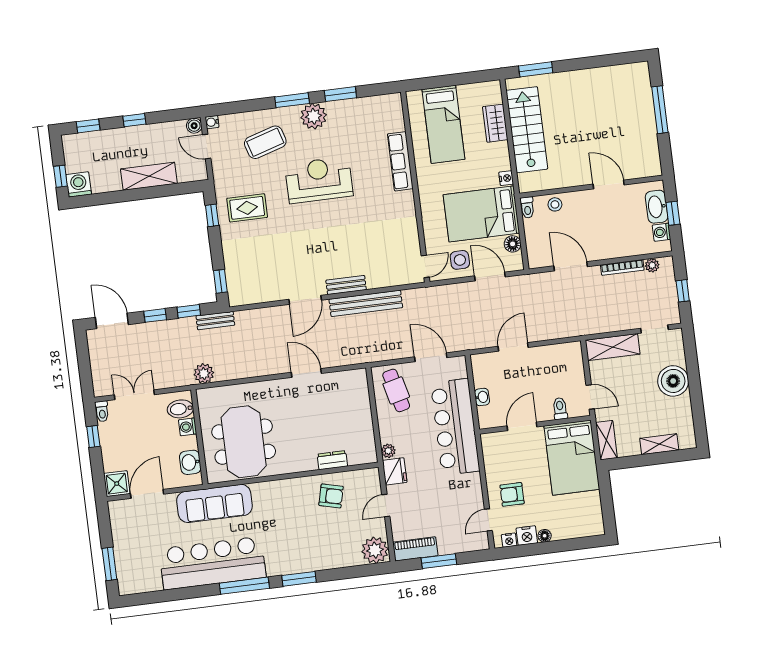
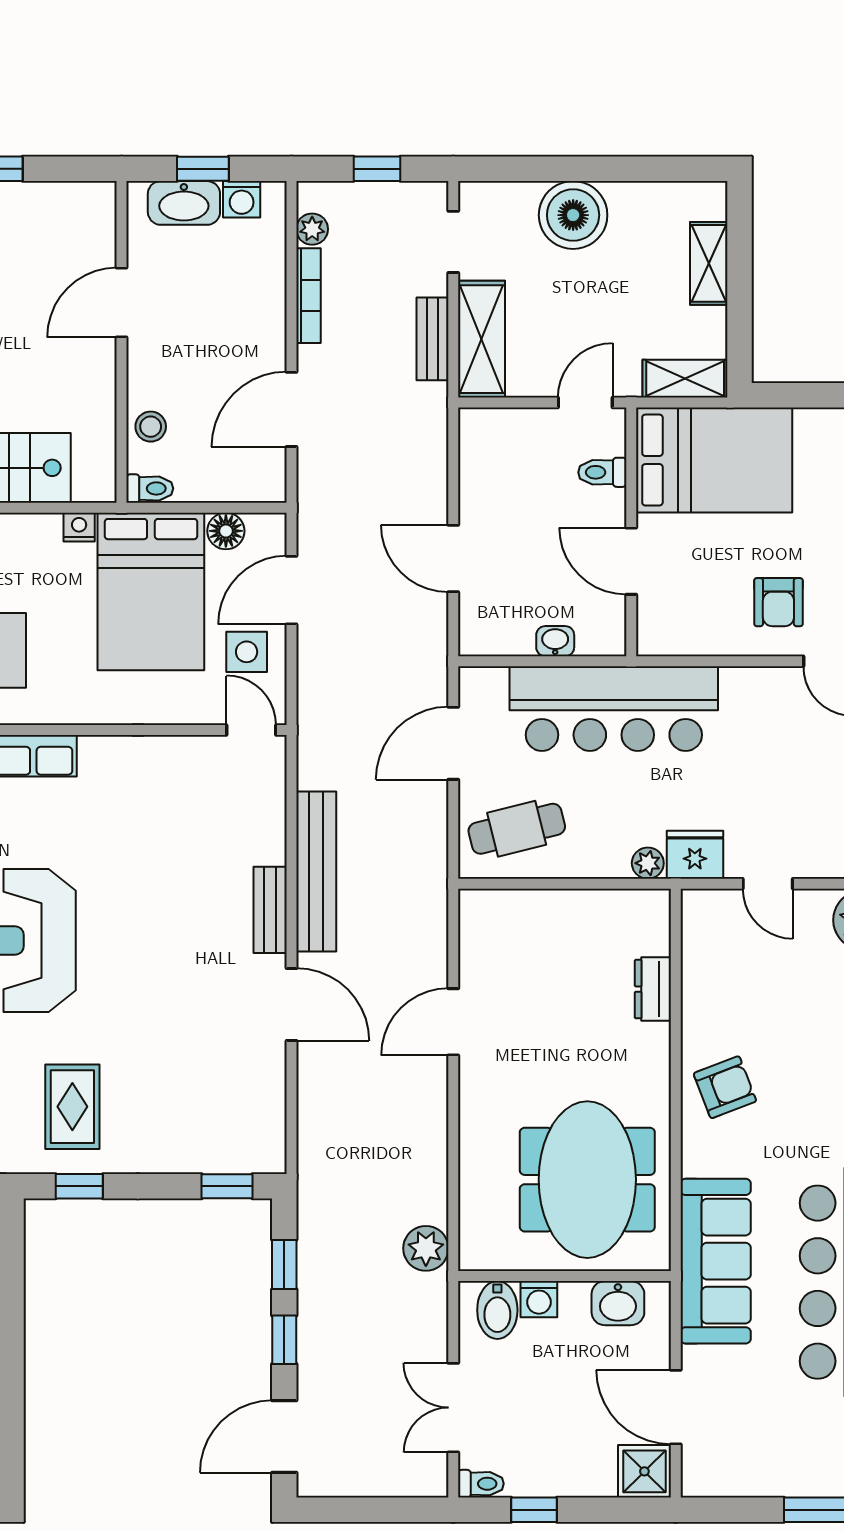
bench: (215, 321) -> (432, 339), moved
meeting table: (244, 442) -> (587, 1180), turned 90
armchair: (331, 496) -> (725, 1087), moved, turned 55

